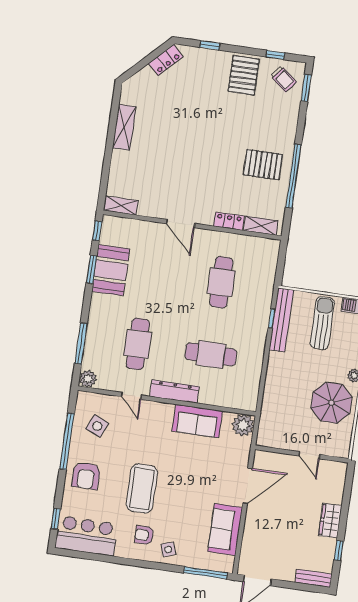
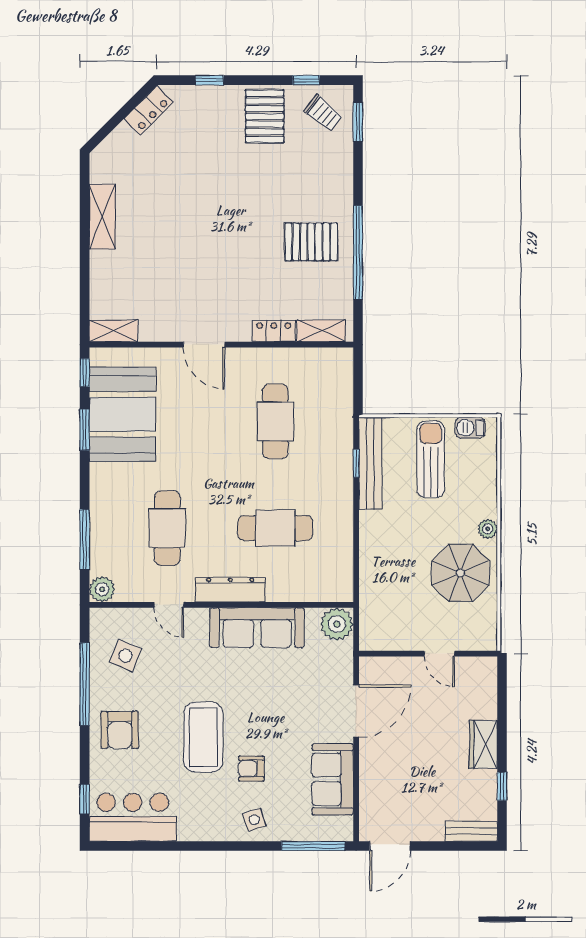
booth: (111, 270) -> (122, 414), width x1.36, depth x1.42
sofa: (197, 421) -> (257, 628), width x1.36
armchair: (144, 535) -> (251, 769), moved

